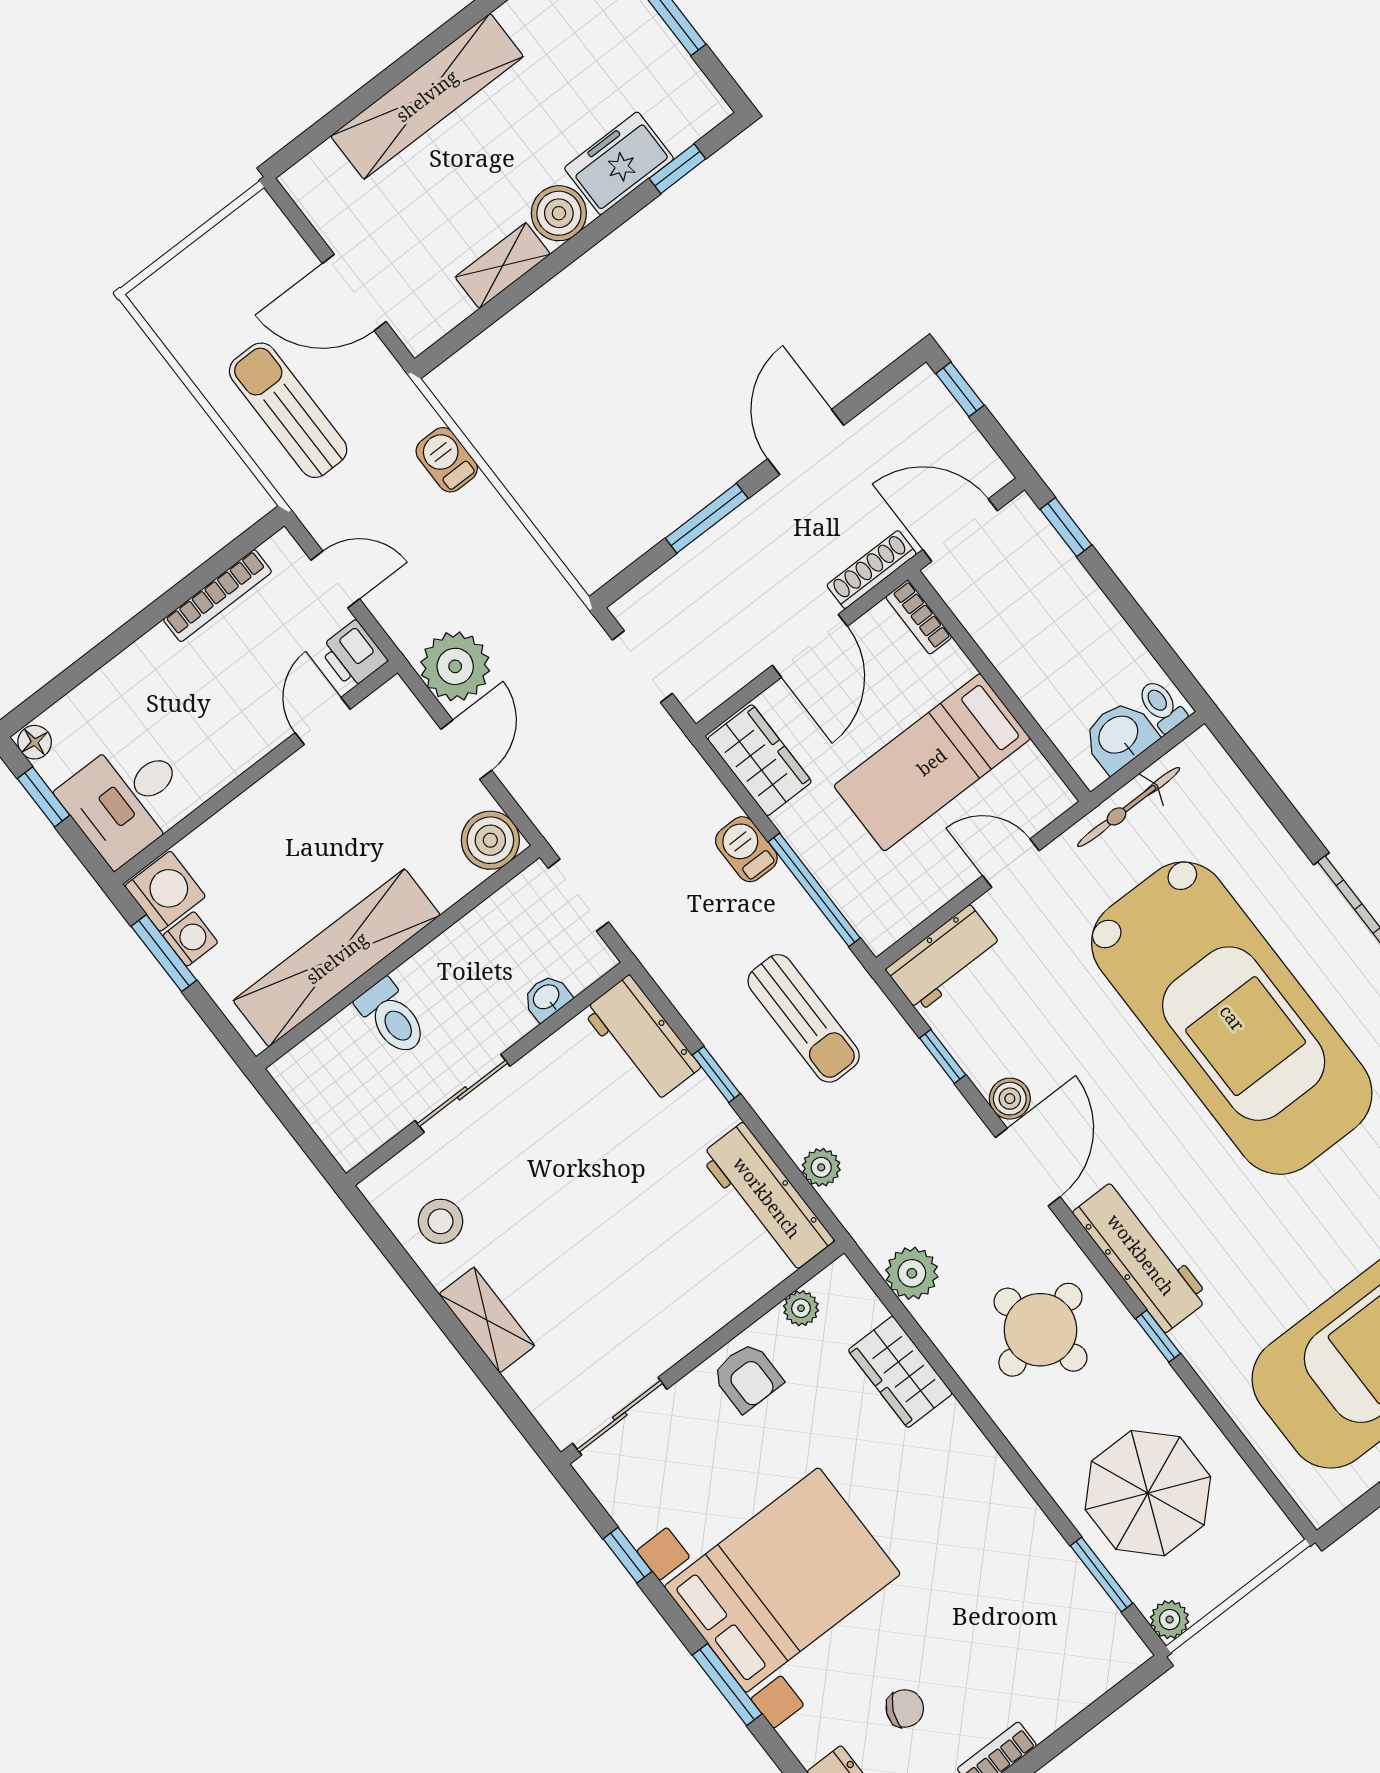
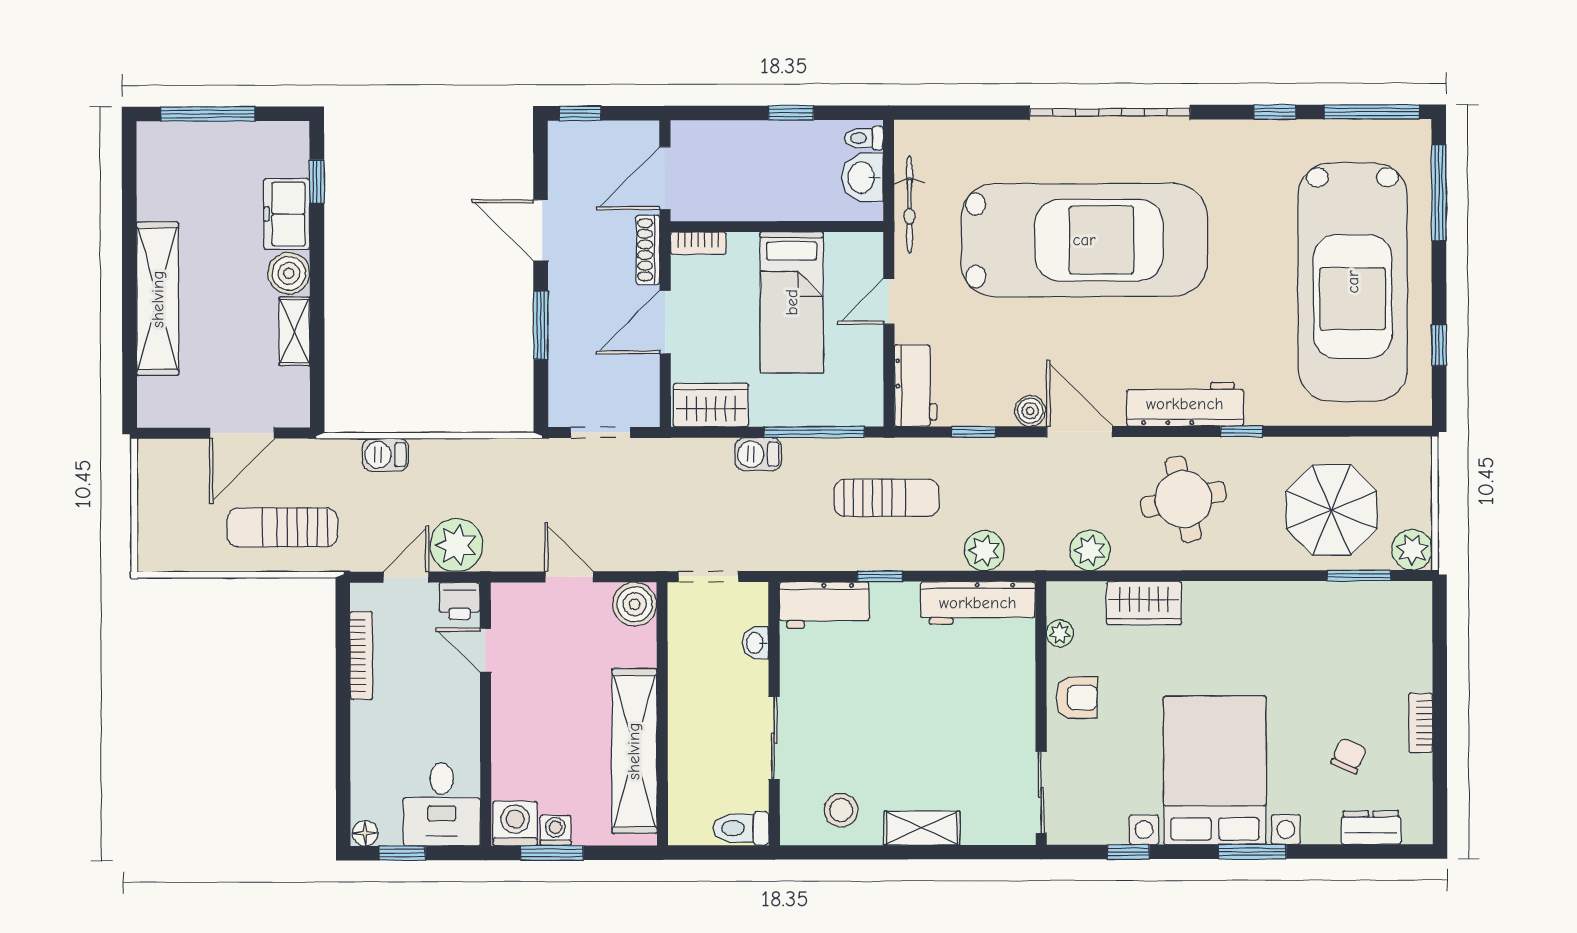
window: (1066, 527) -> (791, 113), moved
door: (810, 646) -> (665, 322), swing flipped
plant: (455, 666) -> (456, 545), moved
toilet: (392, 1017) -> (741, 828), moved, turned 180
plant: (821, 1167) -> (984, 551), width x1.38, depth x1.38
plant: (1170, 1620) -> (1412, 550), width x1.38, depth x1.38

